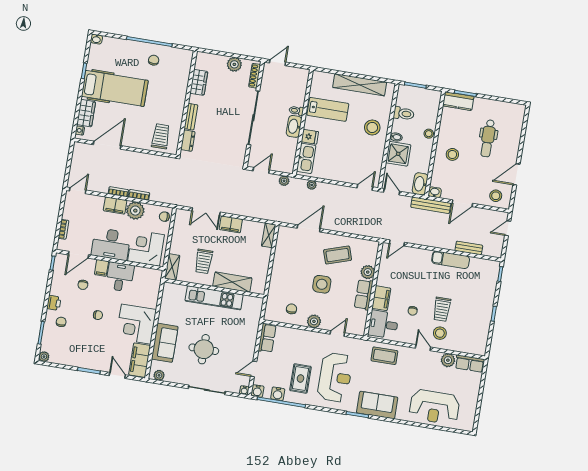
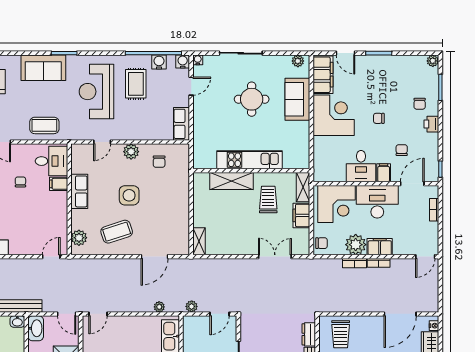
filing cabinet: (231, 224) -> (301, 215), moved, turned -90
plant: (368, 272) -> (79, 238), moved
filing cabinet: (381, 298) -> (59, 184), width x0.50

